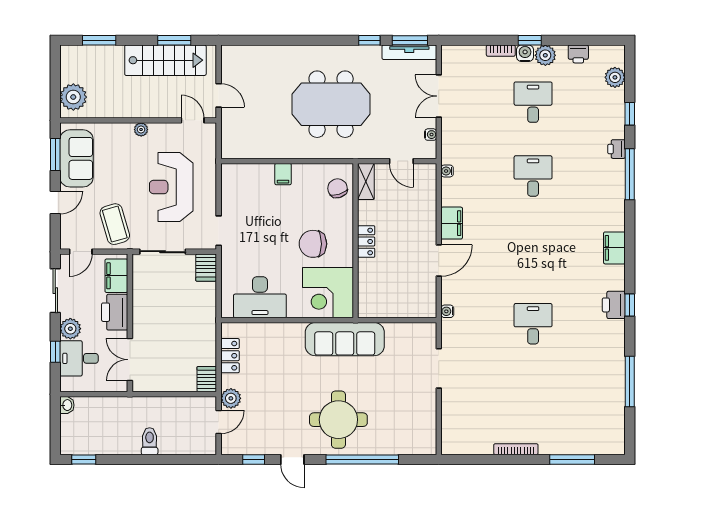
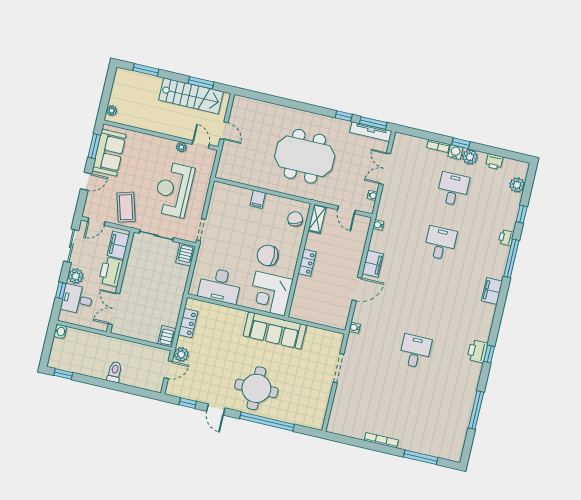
plant: (73, 97) -> (112, 111), width x0.53, depth x0.53
plant: (141, 130) -> (181, 147), moved
filing cabinet: (614, 248) -> (492, 291), moved

